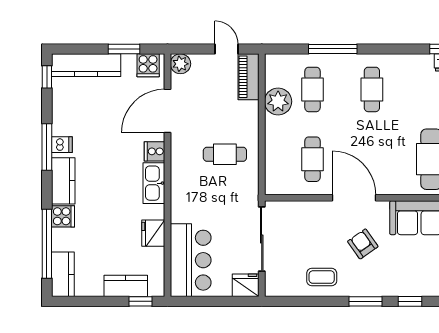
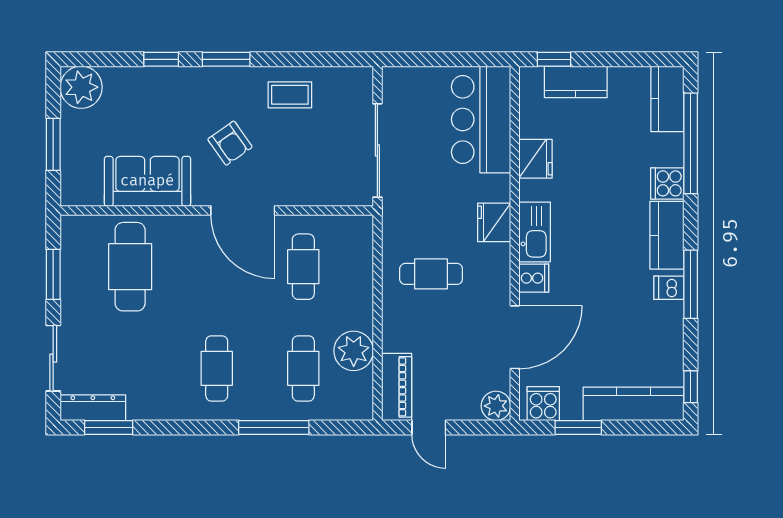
fridge: (246, 285) -> (494, 222), moved, turned 90

